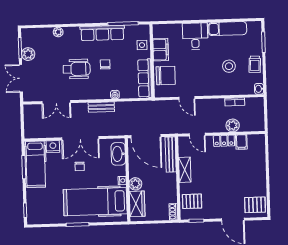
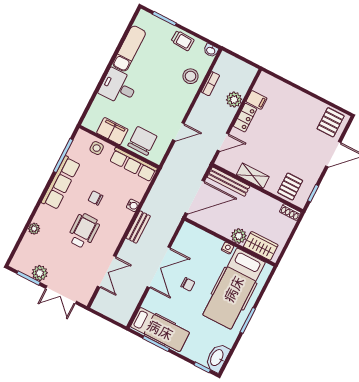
stool: (229, 66) -> (191, 76), moved
nightstand: (53, 147) -> (151, 301), removed
washbasin: (118, 154) -> (217, 358), moved, turned 90

